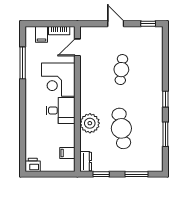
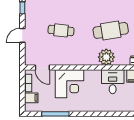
desk: (61, 110) -> (113, 82), moved

